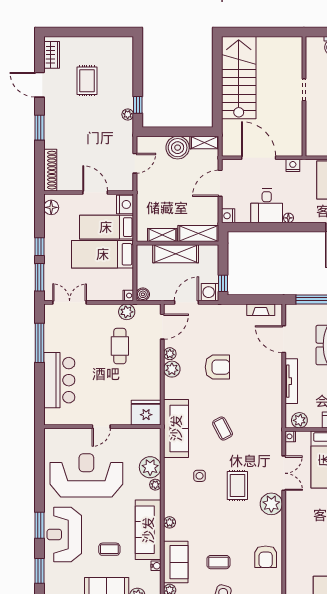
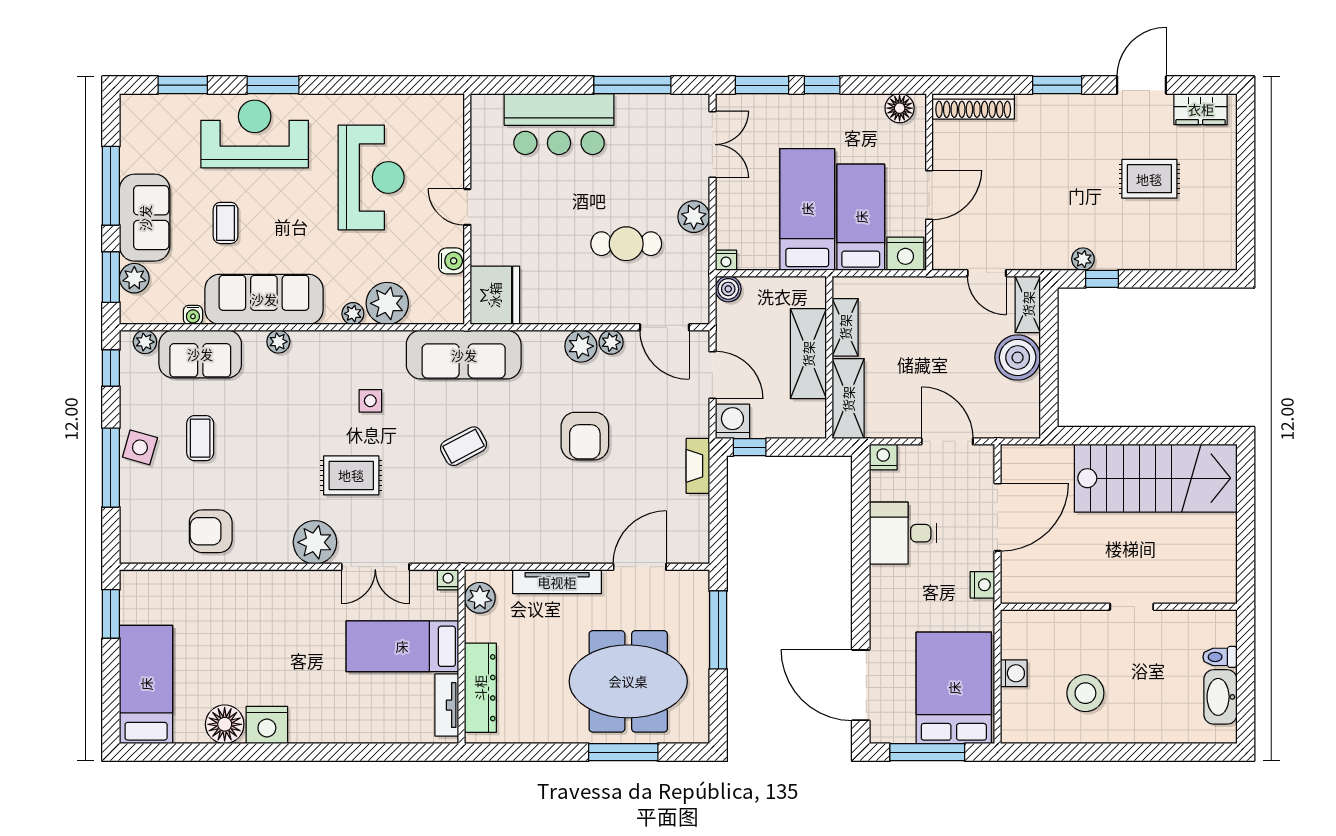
shelving: (204, 142) -> (1028, 304), moved
floor lamp: (288, 218) -> (879, 576), removed
fireplace: (261, 310) -> (698, 466), moved
plant: (127, 312) -> (694, 217), moved
water cooler: (129, 435) -> (452, 261), added
reception desk: (86, 475) -> (371, 178), width x0.74, depth x0.77

